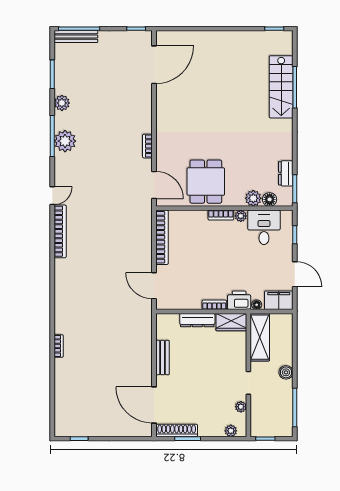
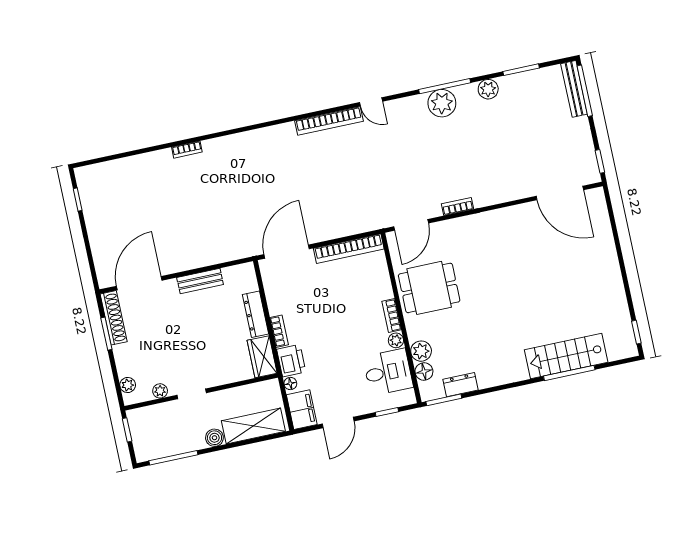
door: (154, 286) -> (287, 252), width x1.36
shelving: (260, 337) -> (253, 426), moved

